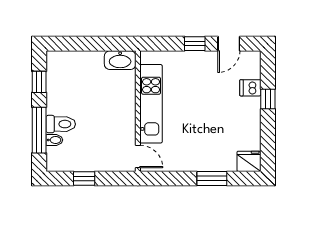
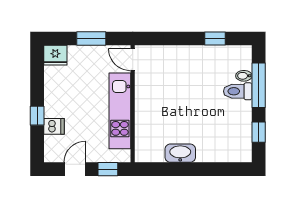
kitchen unit: (151, 104) -> (120, 111), moved
wall: (138, 111) -> (133, 104), moved
door: (138, 157) -> (133, 60), moved

